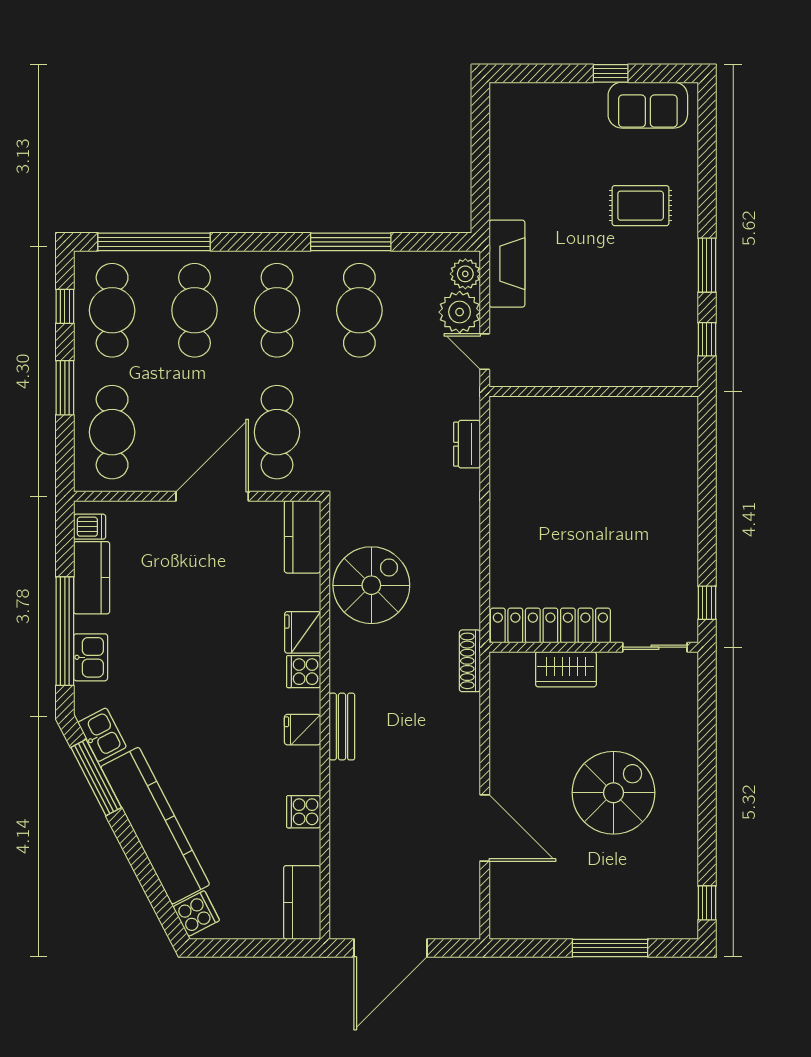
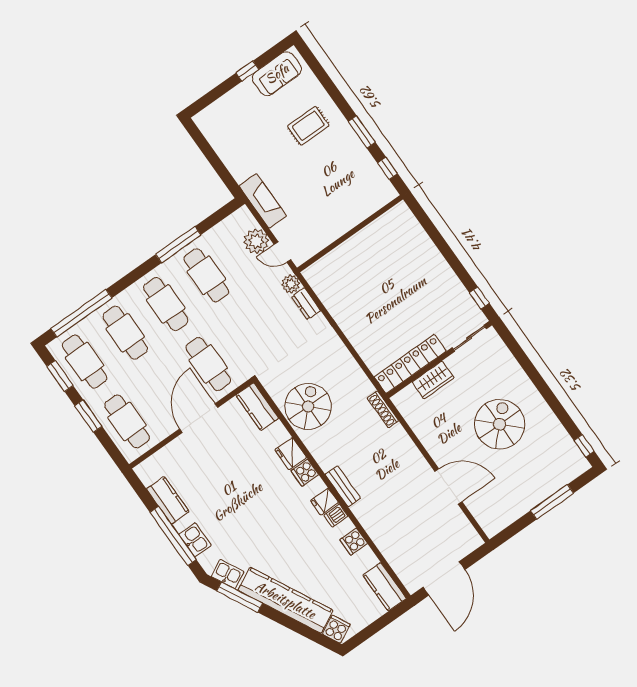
plant: (465, 274) -> (291, 284), moved
window: (65, 306) -> (60, 376), width x1.50
dishwasher: (90, 527) -> (336, 516), moved, turned 180

